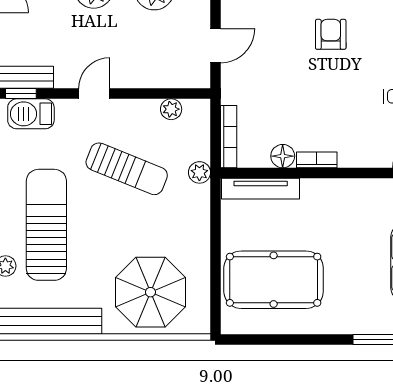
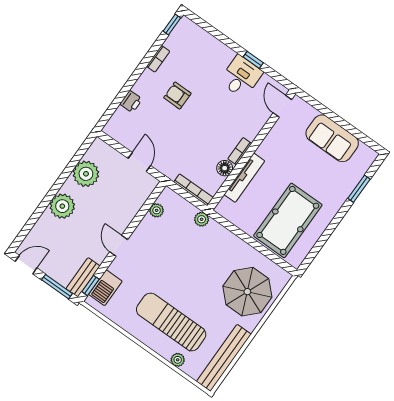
sun lounger: (127, 169) -> (172, 257), removed
tv unit: (261, 189) -> (244, 178), moved

